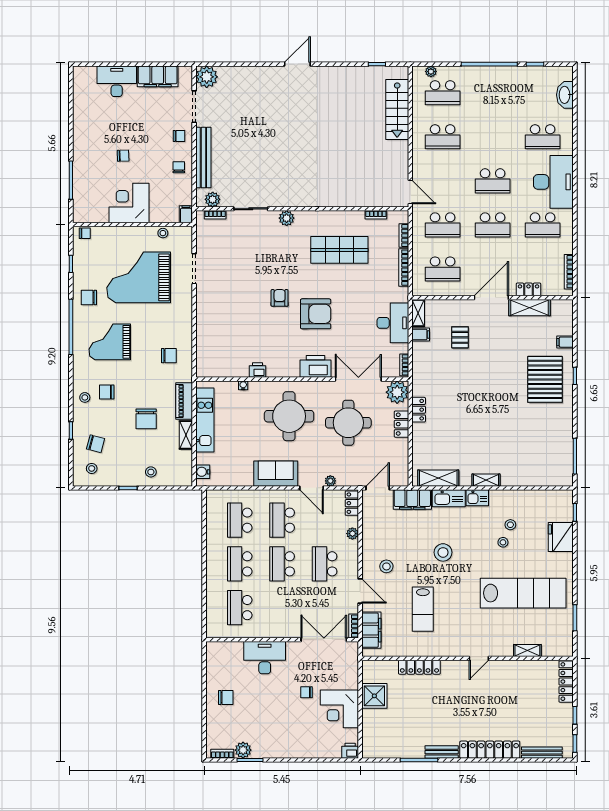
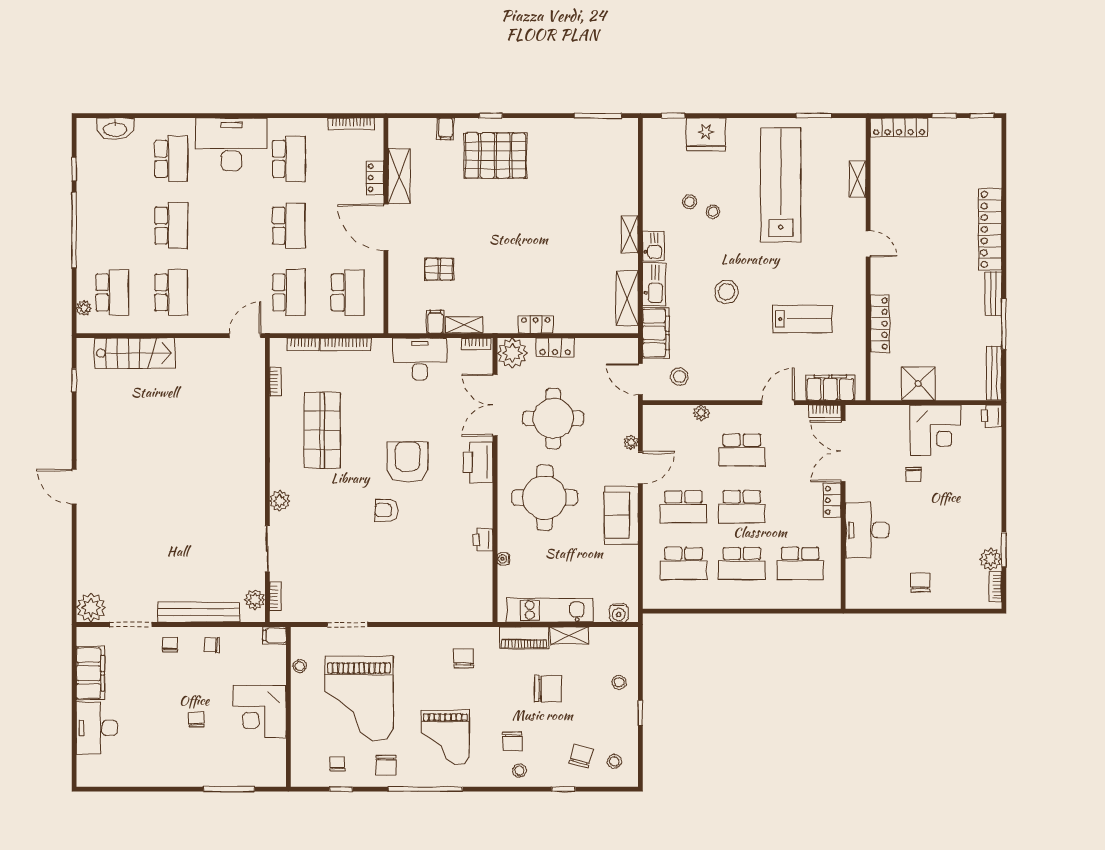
school desk: (493, 181) -> (171, 226), moved
chair: (85, 233) -> (337, 764), moved
shelving: (418, 313) -> (464, 325), moved
locker: (352, 503) -> (832, 500), moved, turned 90
stool: (386, 566) -> (679, 377), moved
bench: (542, 753) -> (994, 373), moved

